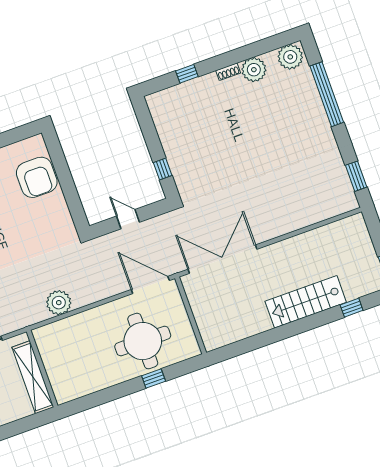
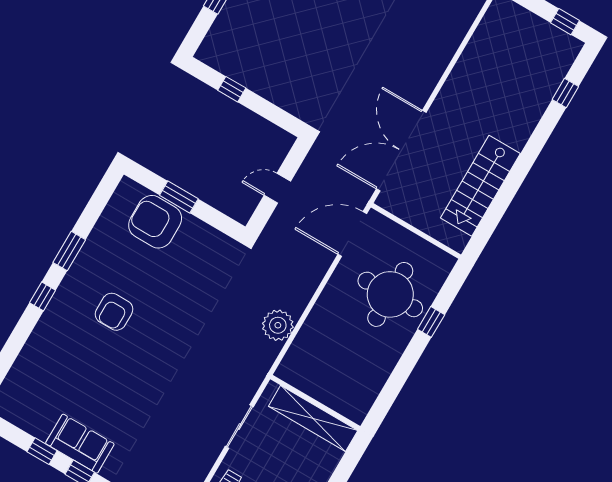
window: (163, 169) -> (232, 89), moved
window: (64, 174) -> (179, 197), added
armchair: (37, 177) -> (155, 222), turned 180
stairs: (306, 302) -> (480, 186), moved

